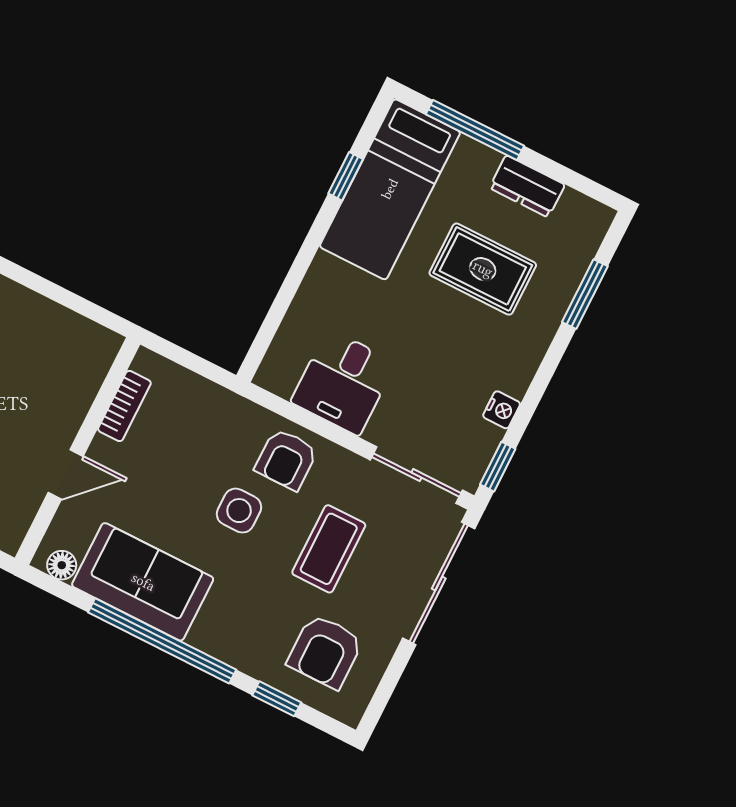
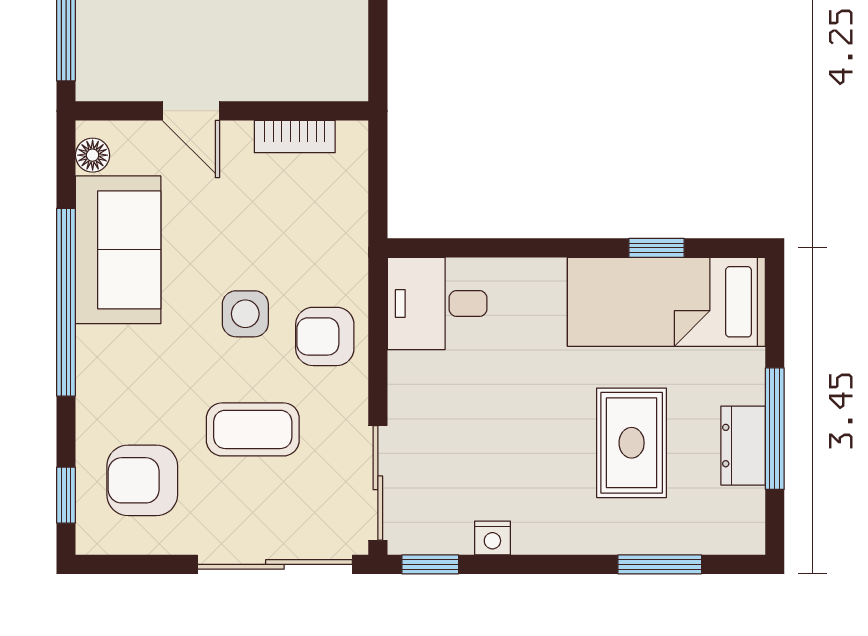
window: (475, 130) -> (775, 429), moved
desk: (343, 382) -> (437, 303), moved
window: (277, 699) -> (66, 495), moved

